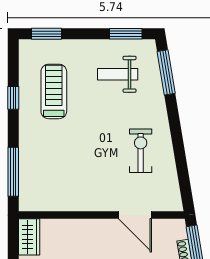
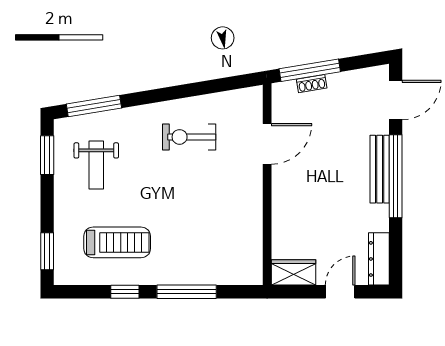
treadmill: (54, 91) -> (117, 242), turned 180
window: (13, 172) -> (187, 292), moved

